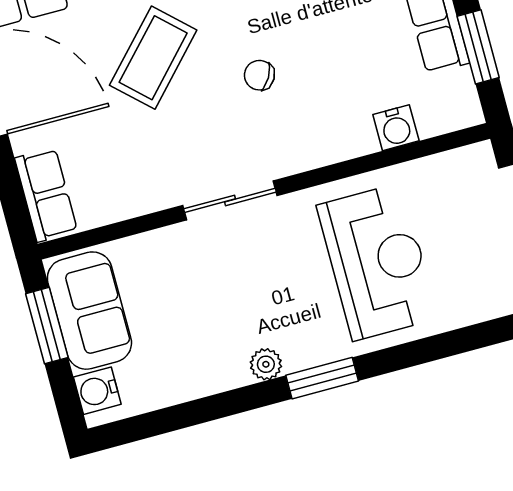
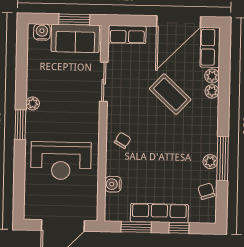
chair: (259, 75) -> (123, 140), moved
sliding door: (230, 200) -> (104, 82), moved

